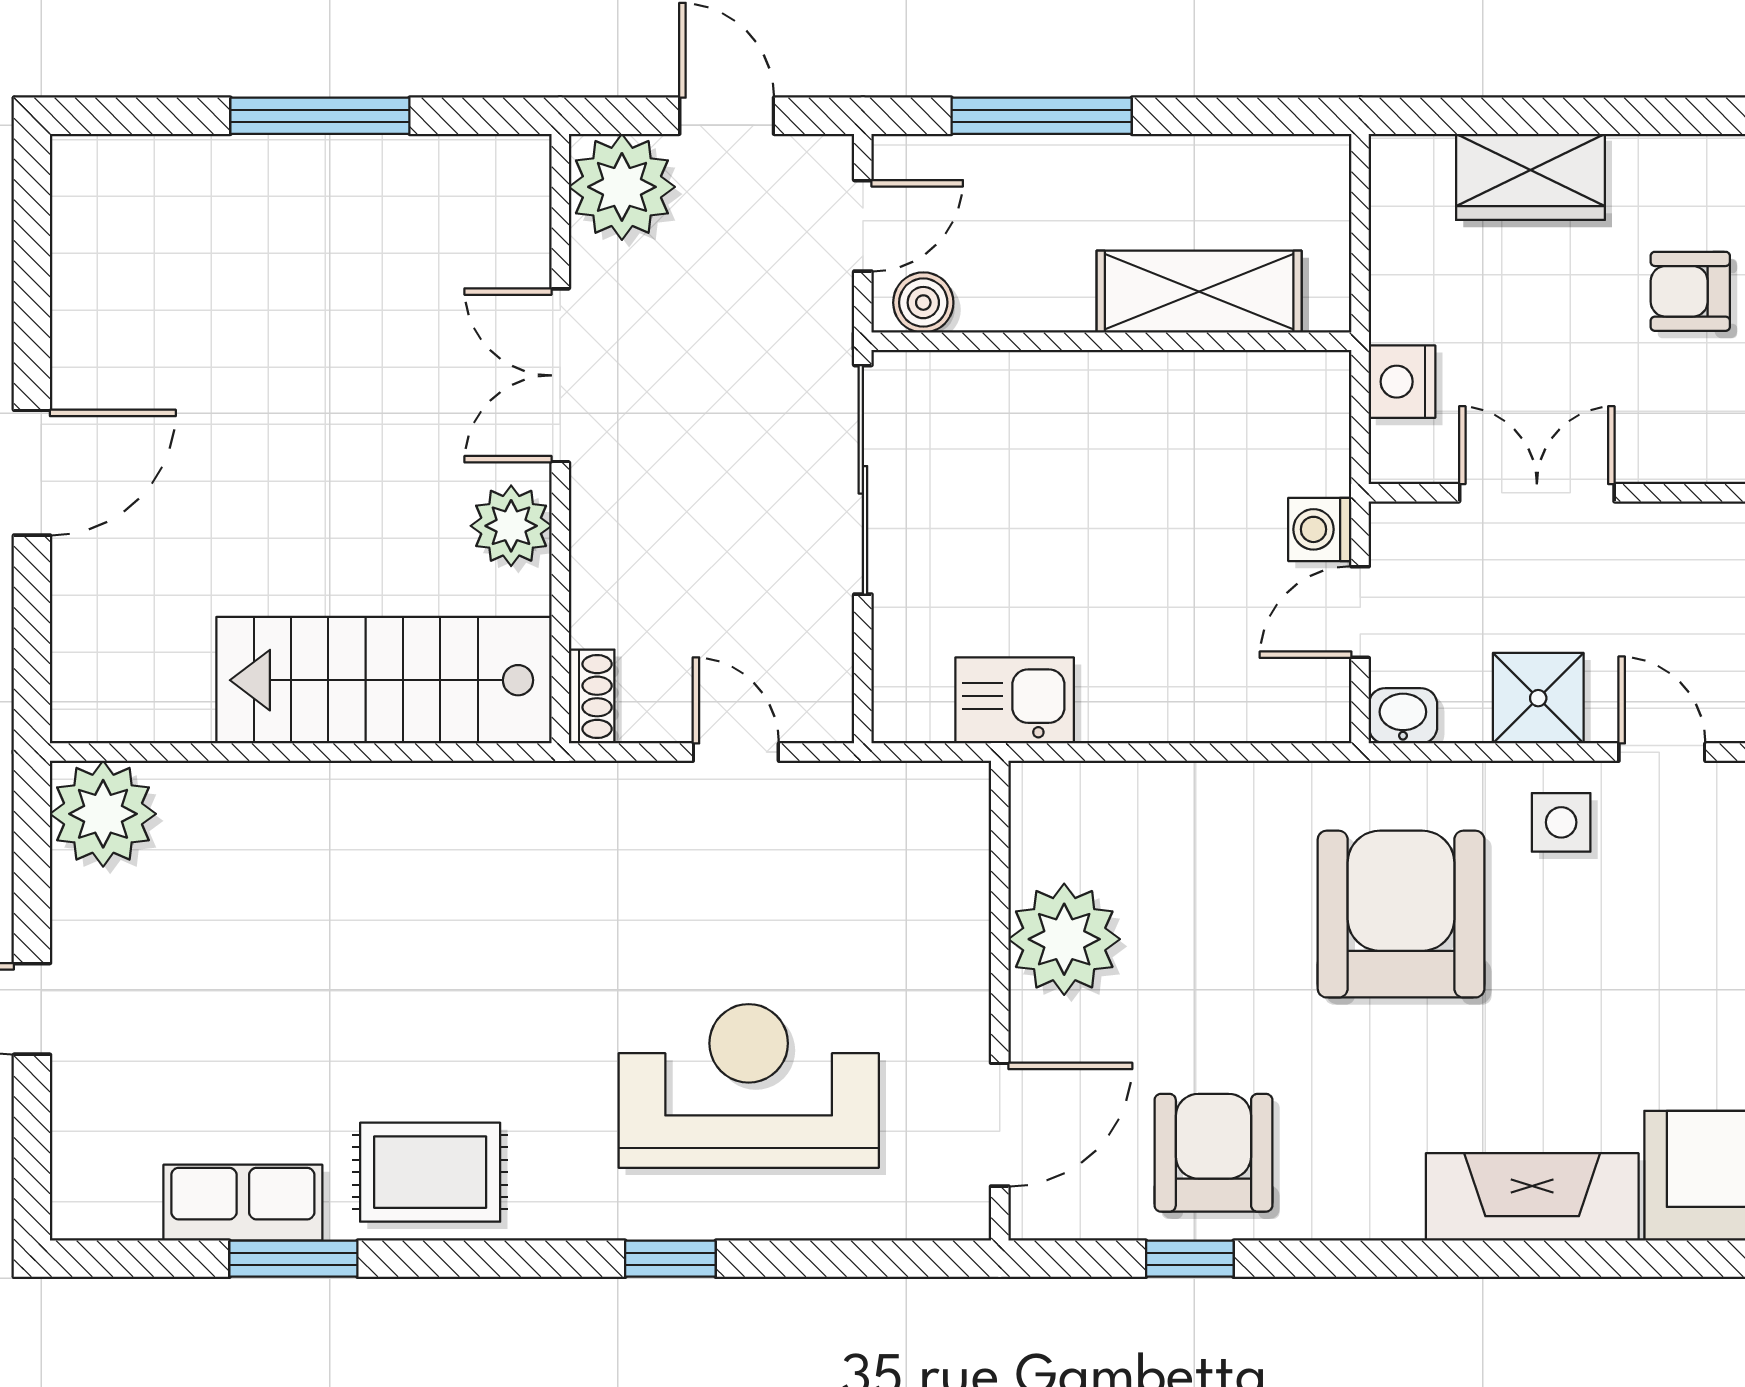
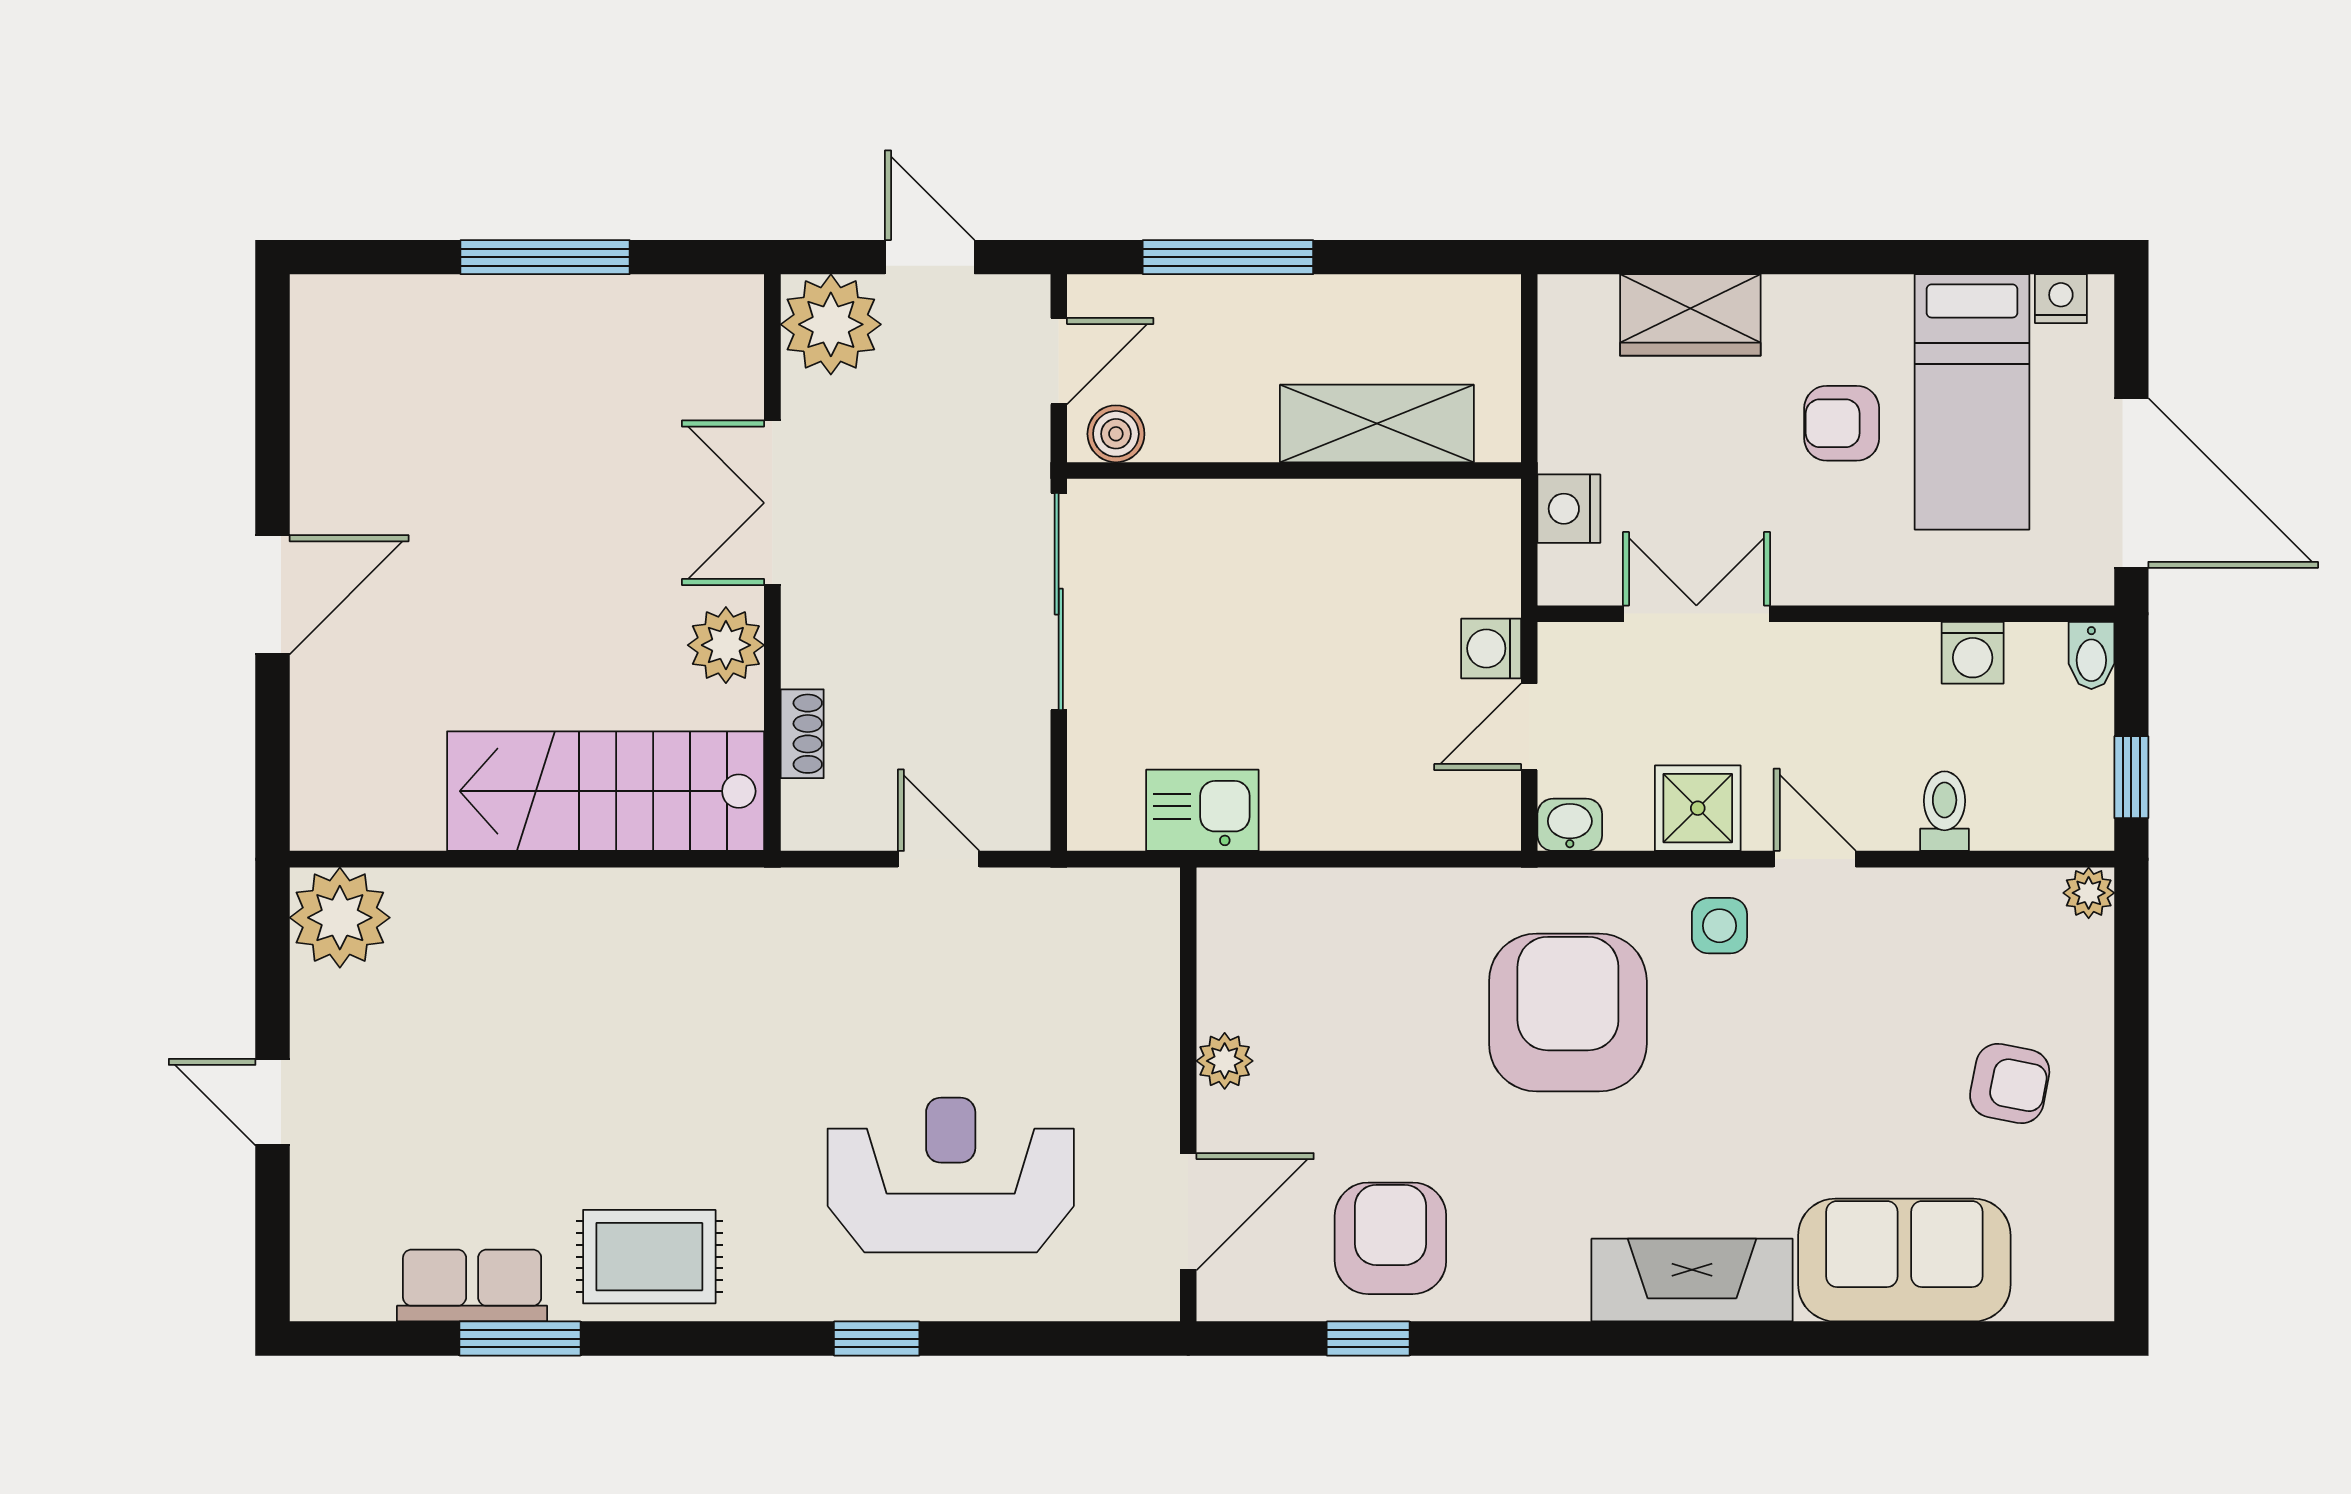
shoe rack: (592, 696) -> (802, 734), moved
plant: (1064, 939) -> (1225, 1061), width x0.53, depth x0.53

